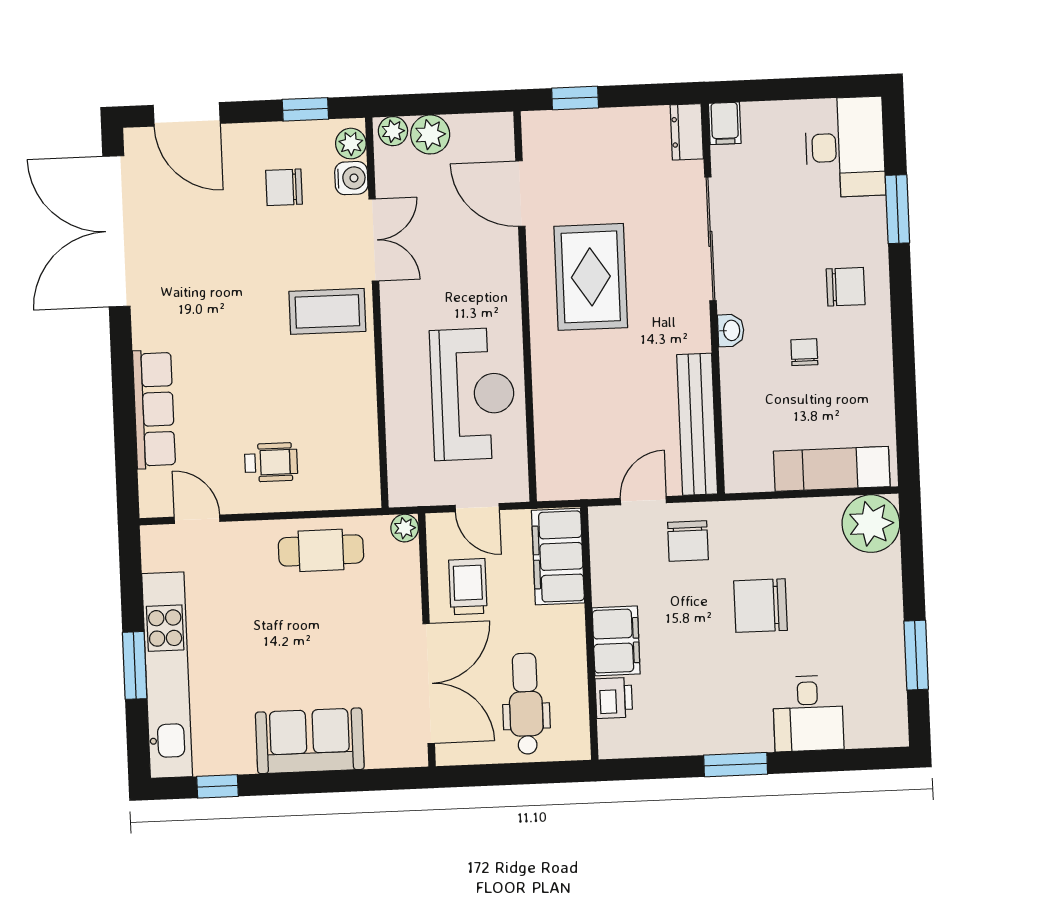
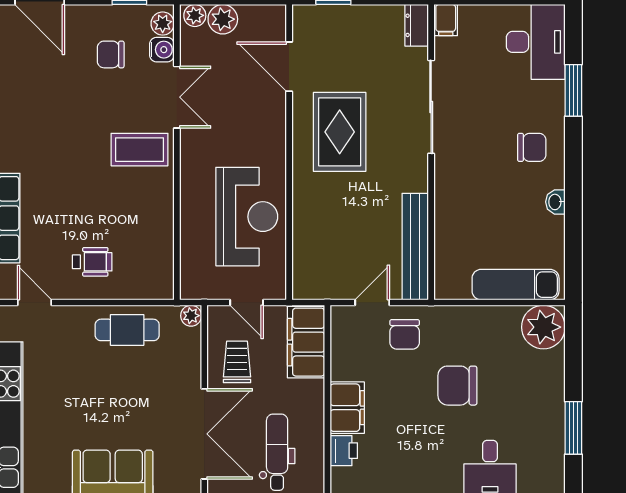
washbasin: (731, 330) -> (555, 202), moved, turned 180
chair: (804, 352) -> (499, 196), removed

